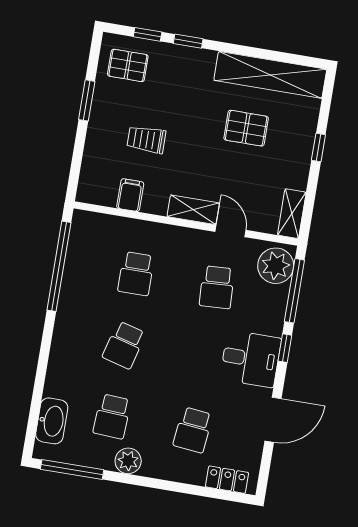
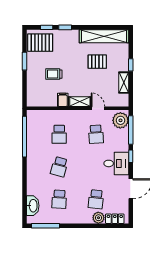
pallet: (128, 65) -> (40, 43), width x1.50, depth x1.42
filing cabinet: (130, 195) -> (63, 100), moved
shelving: (292, 214) -> (124, 83), moved
plant: (128, 461) -> (98, 218), moved

